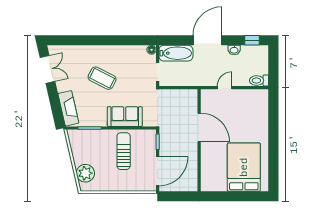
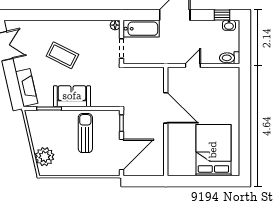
washbasin: (234, 50) -> (229, 25), moved
sofa: (125, 117) -> (72, 96), moved

